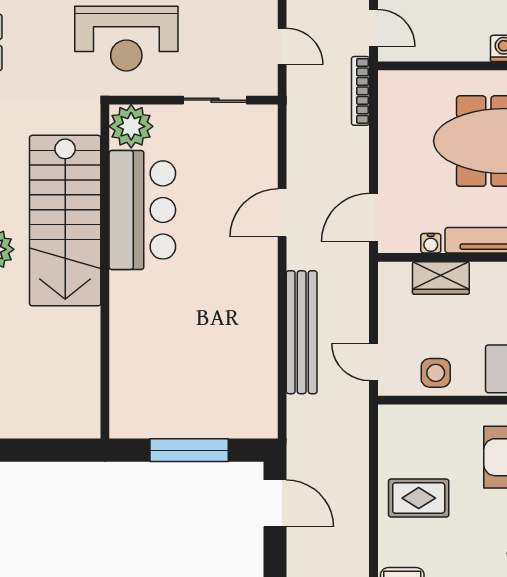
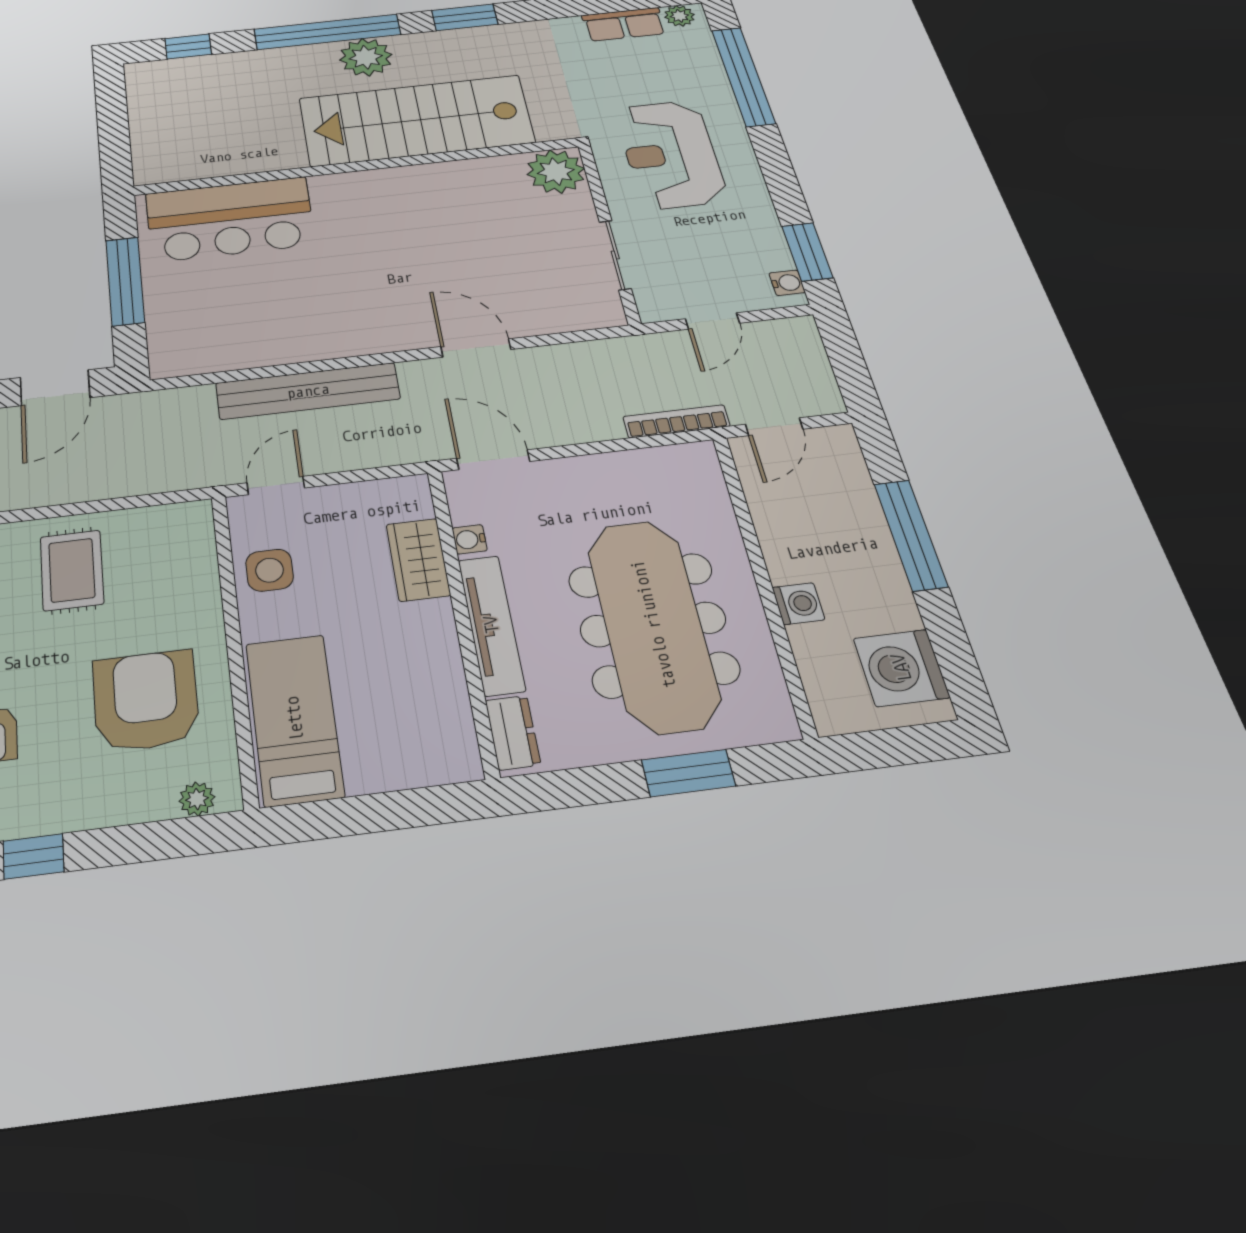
bar counter: (142, 210) -> (230, 219), moved

